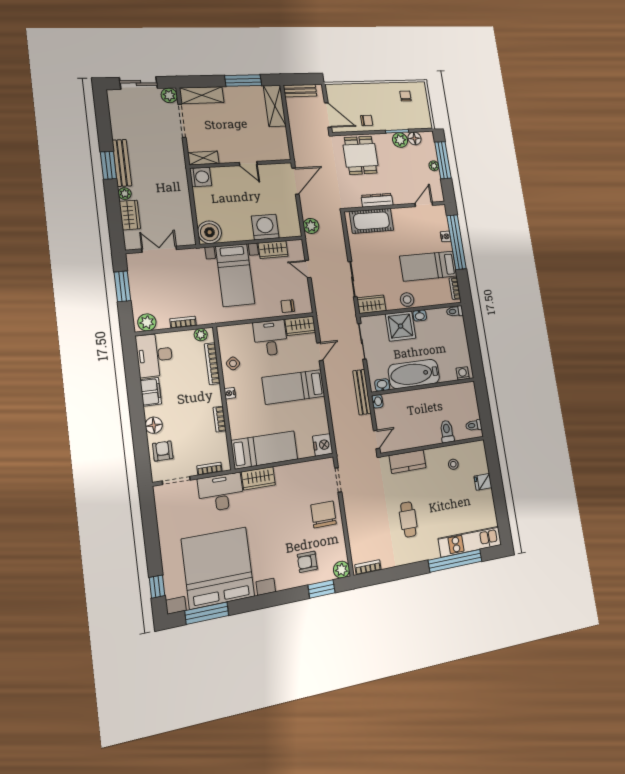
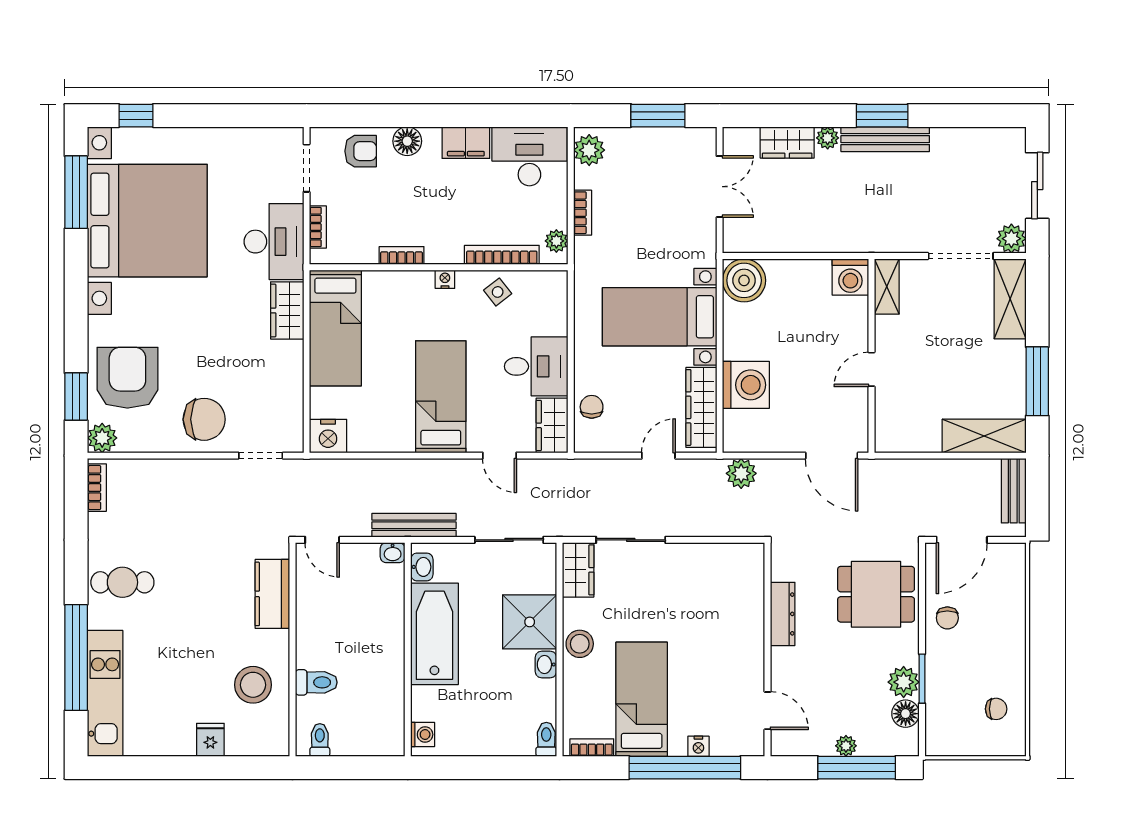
cot: (372, 221) -> (742, 596), removed
wardrobe: (273, 250) -> (701, 407), width x1.50
stool: (453, 464) -> (253, 685), width x1.89, depth x1.89
cafe table: (408, 519) -> (122, 582), moved
armchair: (307, 562) -> (127, 378), width x1.88, depth x1.88

